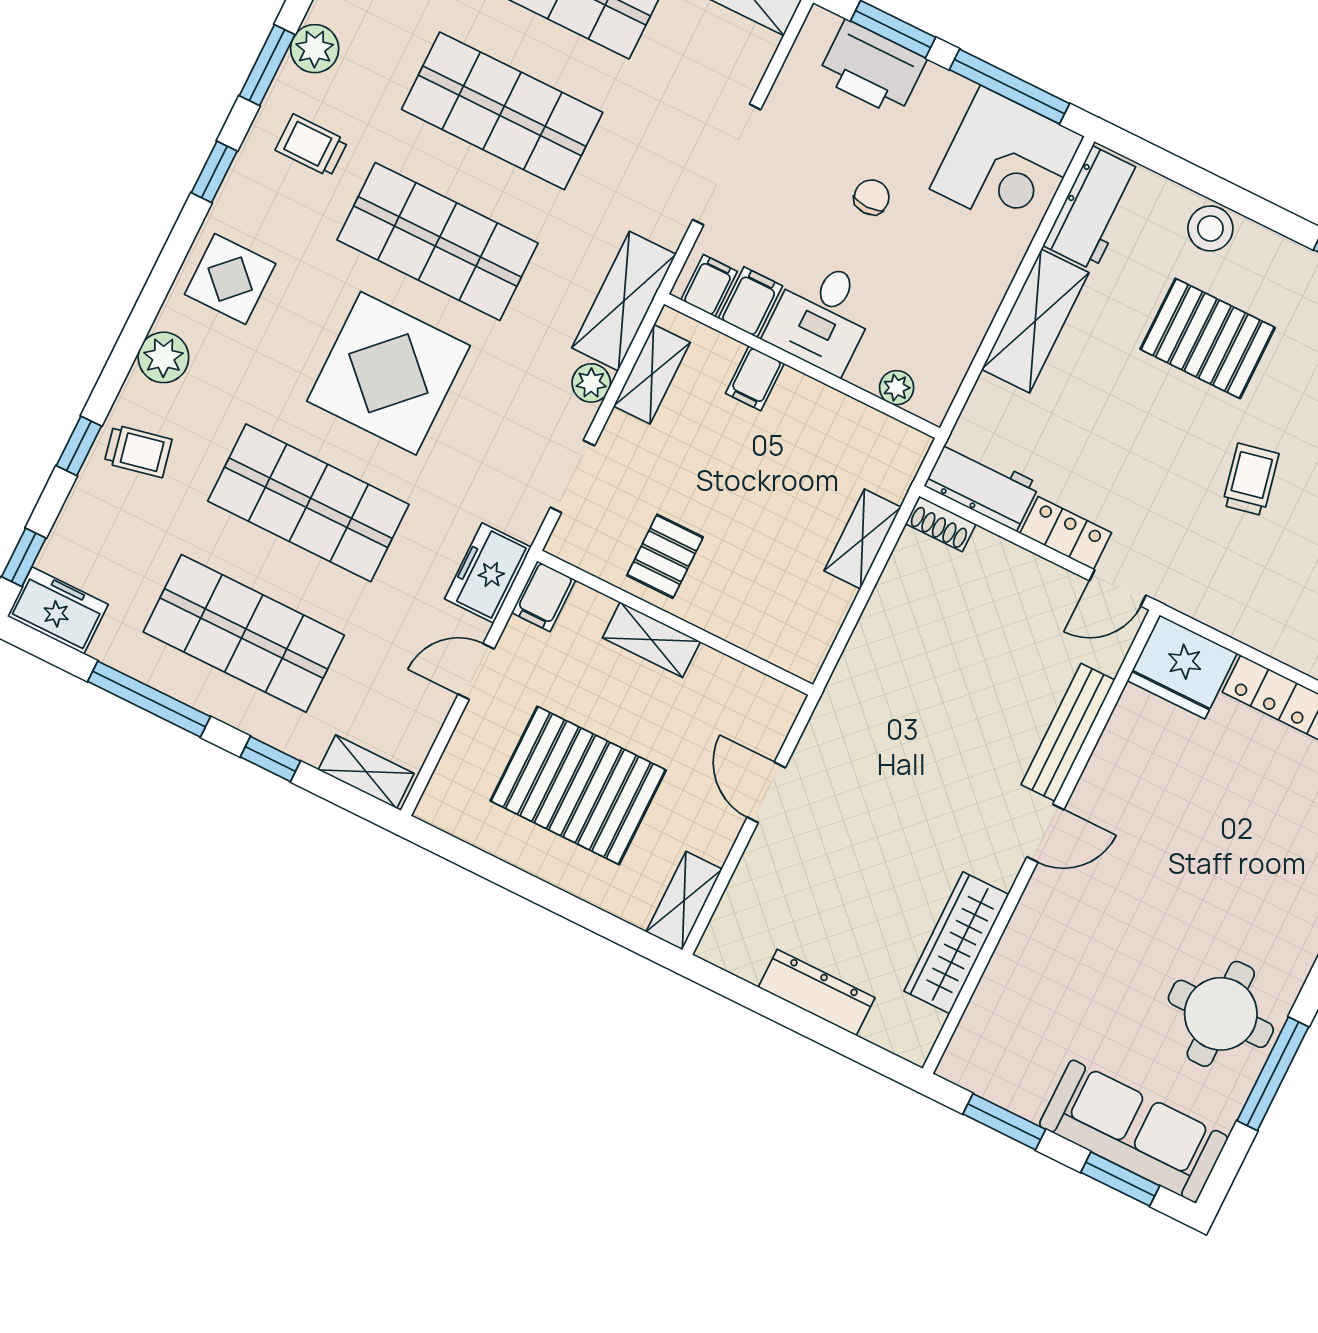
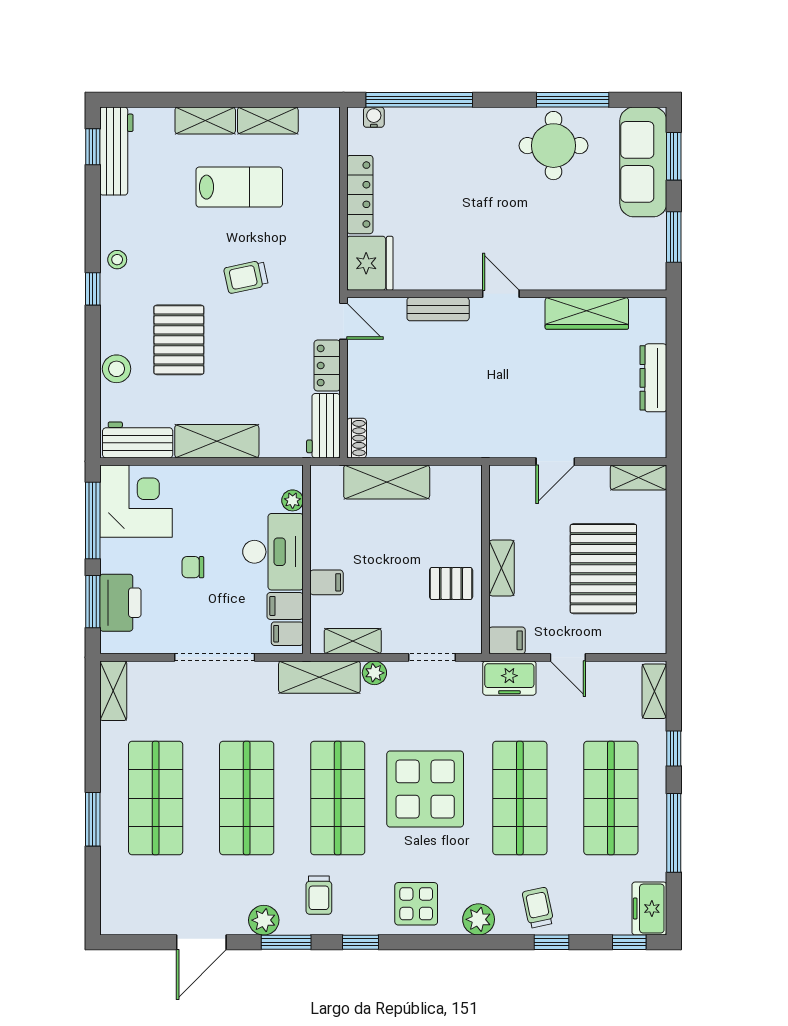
desk: (822, 316) -> (273, 552), width x1.37
shelving: (863, 539) -> (387, 482), width x1.50, depth x1.33
bench: (1068, 732) -> (438, 309), width x0.73

